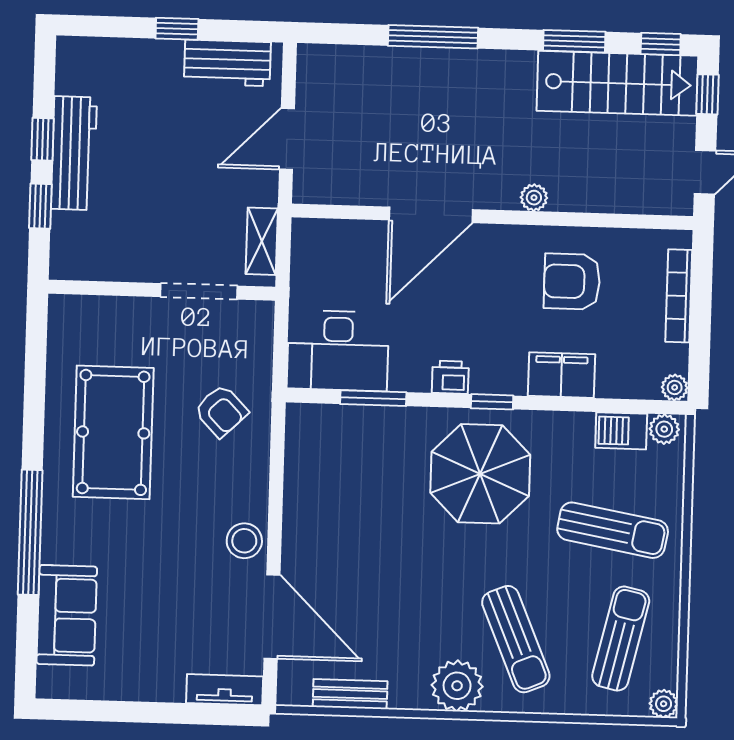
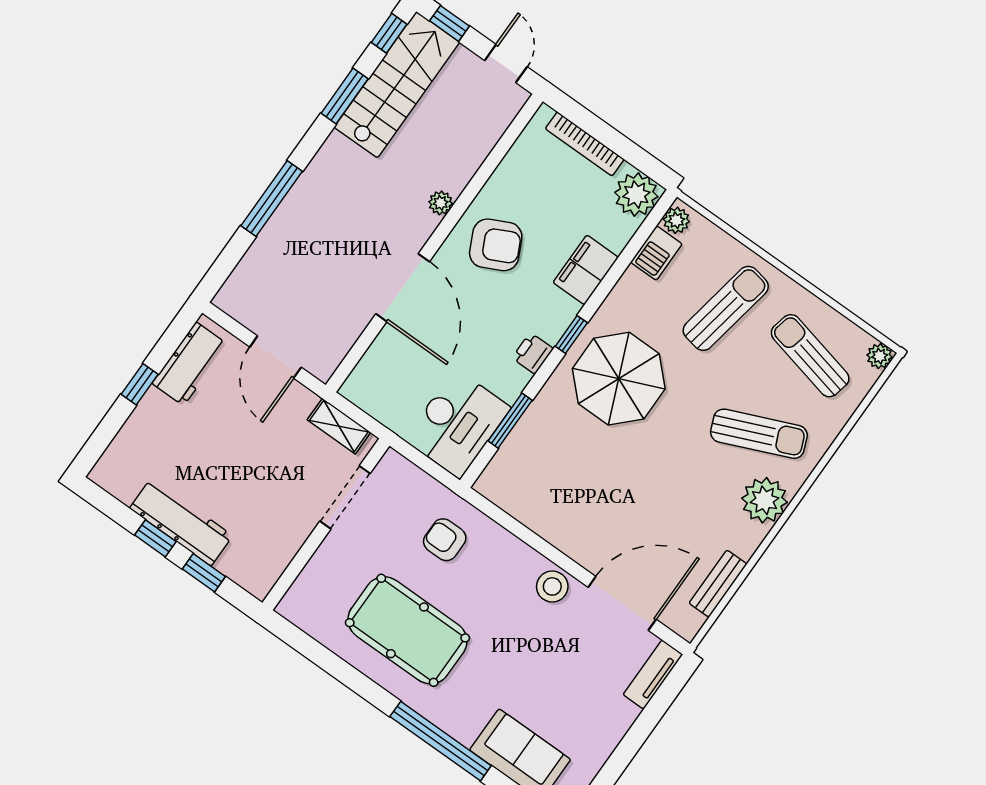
armchair: (572, 281) -> (496, 245), moved, turned -116
plant: (675, 387) -> (636, 194), width x1.88, depth x1.88
armchair: (221, 411) -> (445, 540), turned -136

